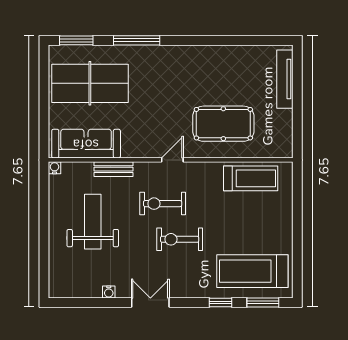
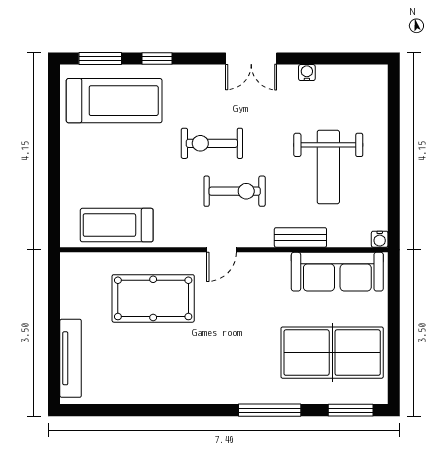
exercise bike: (180, 239) -> (212, 143), turned 180

